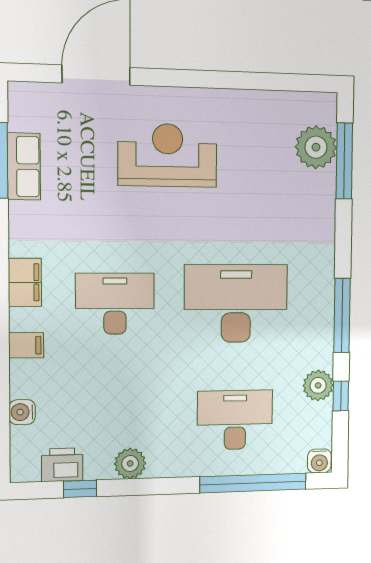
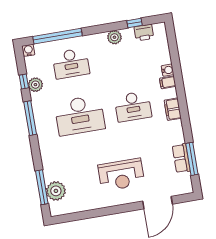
water cooler: (22, 412) -> (168, 70), moved

